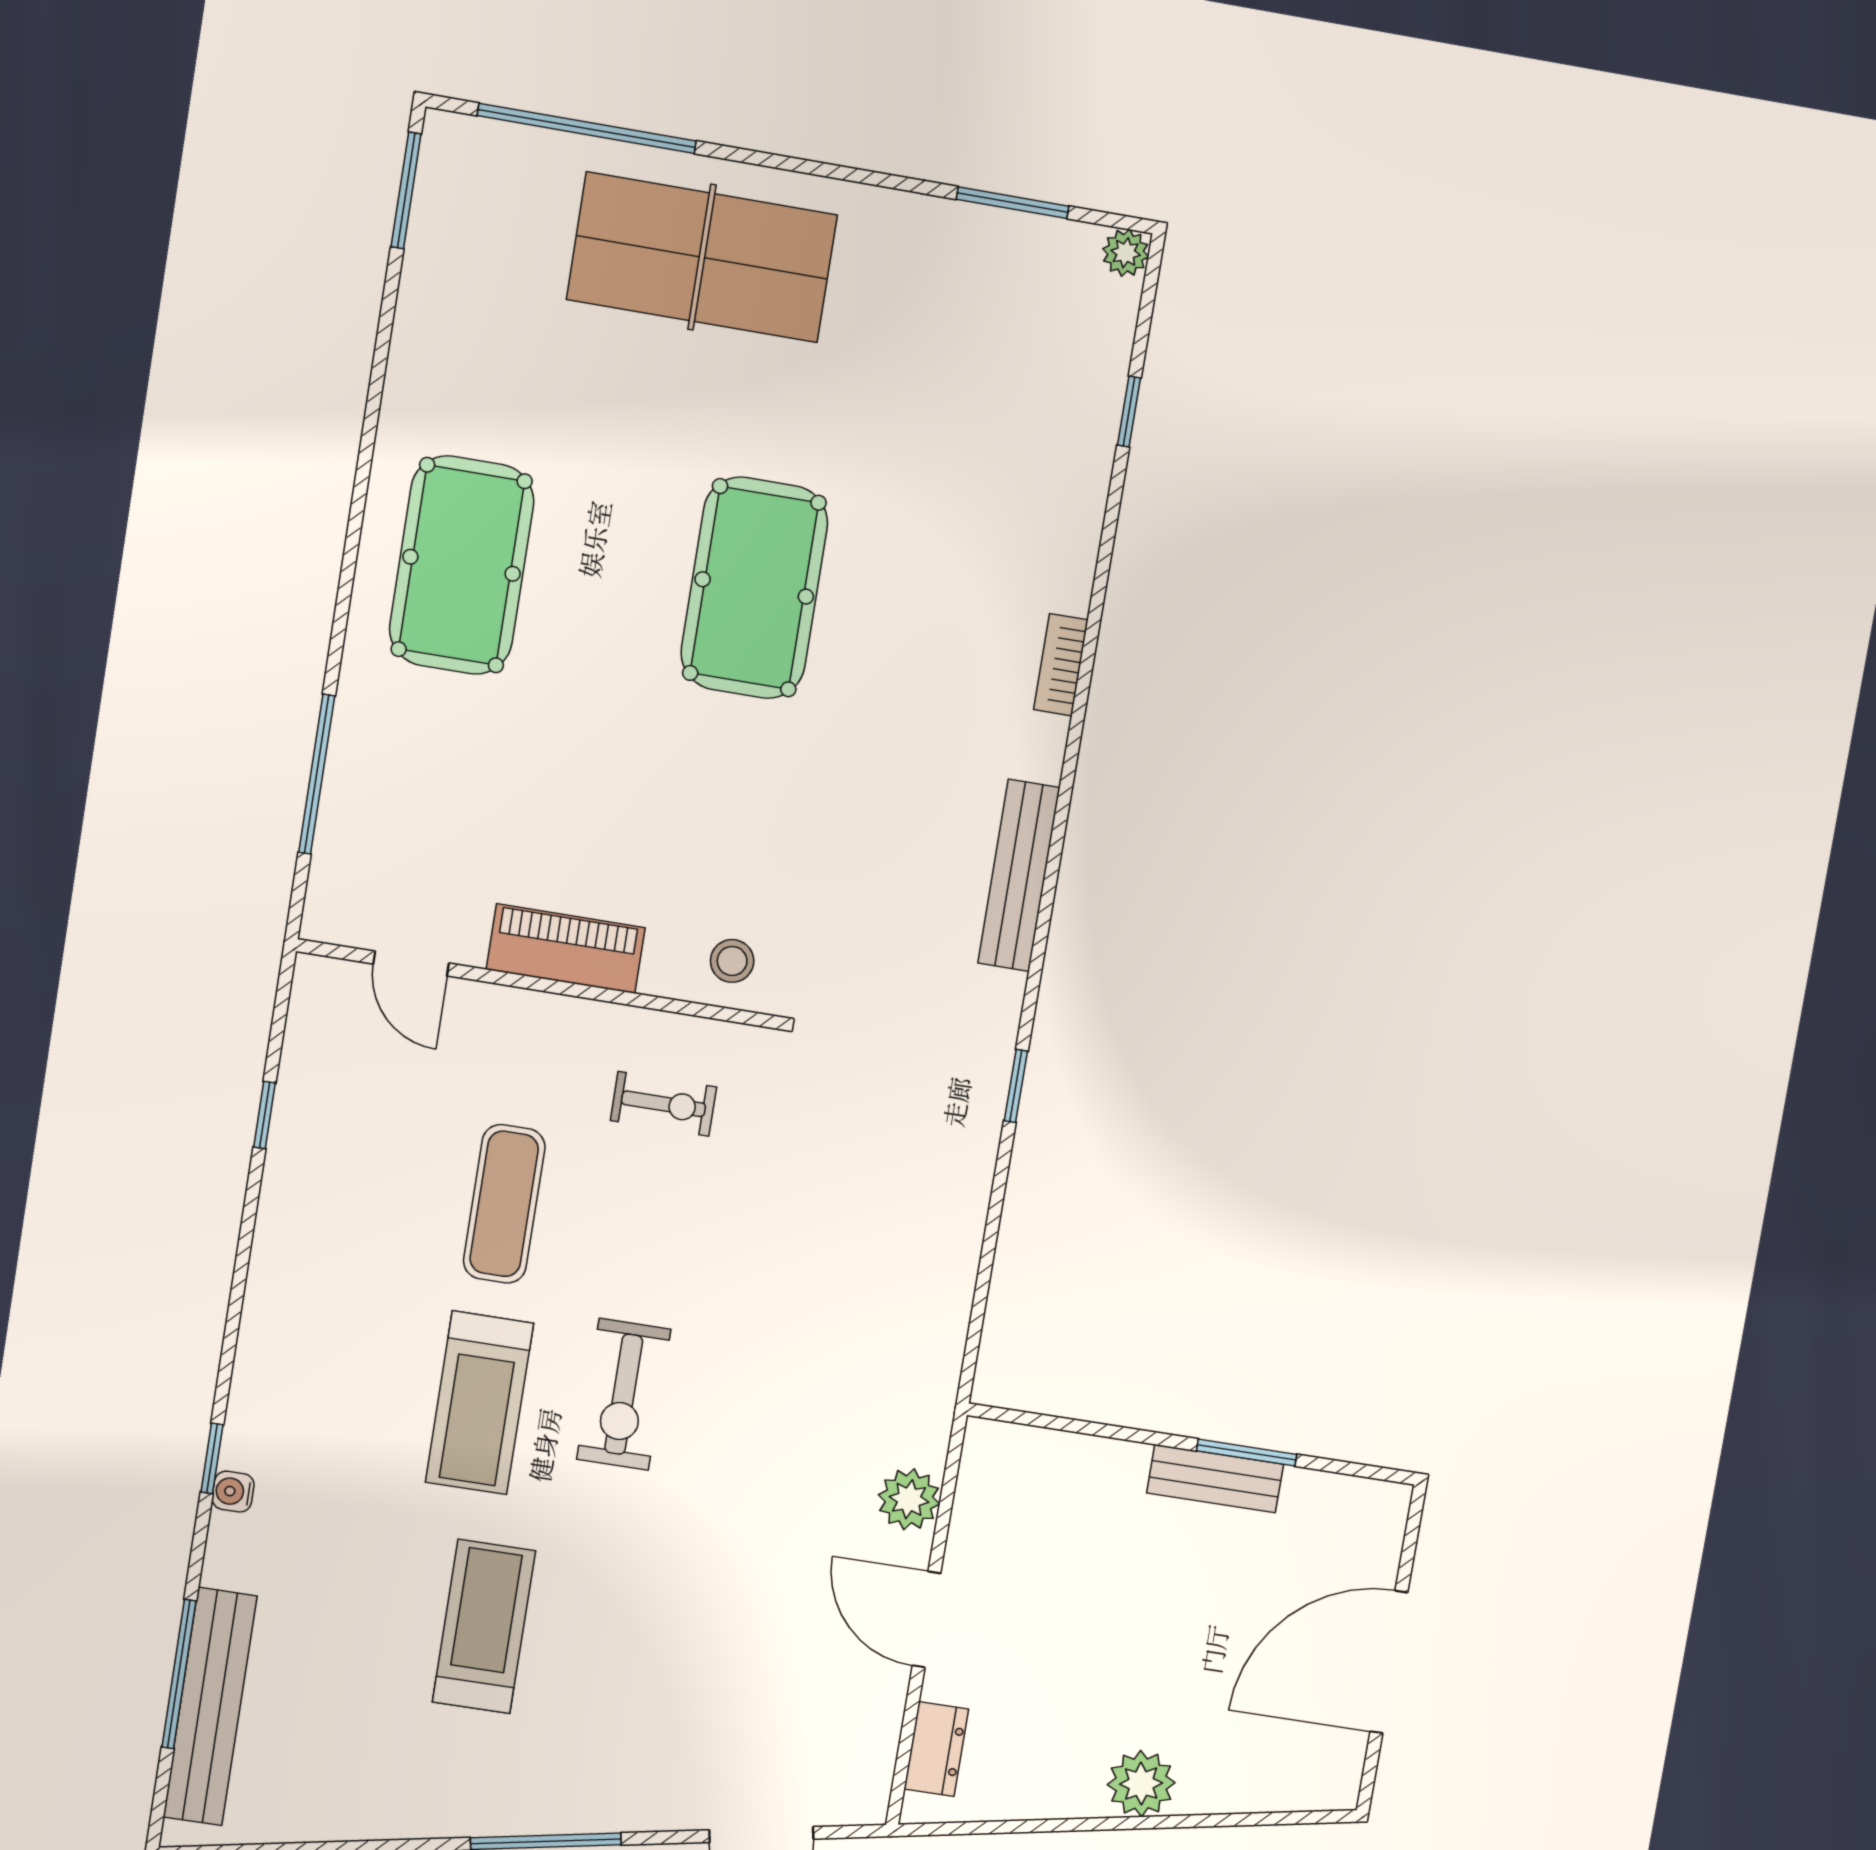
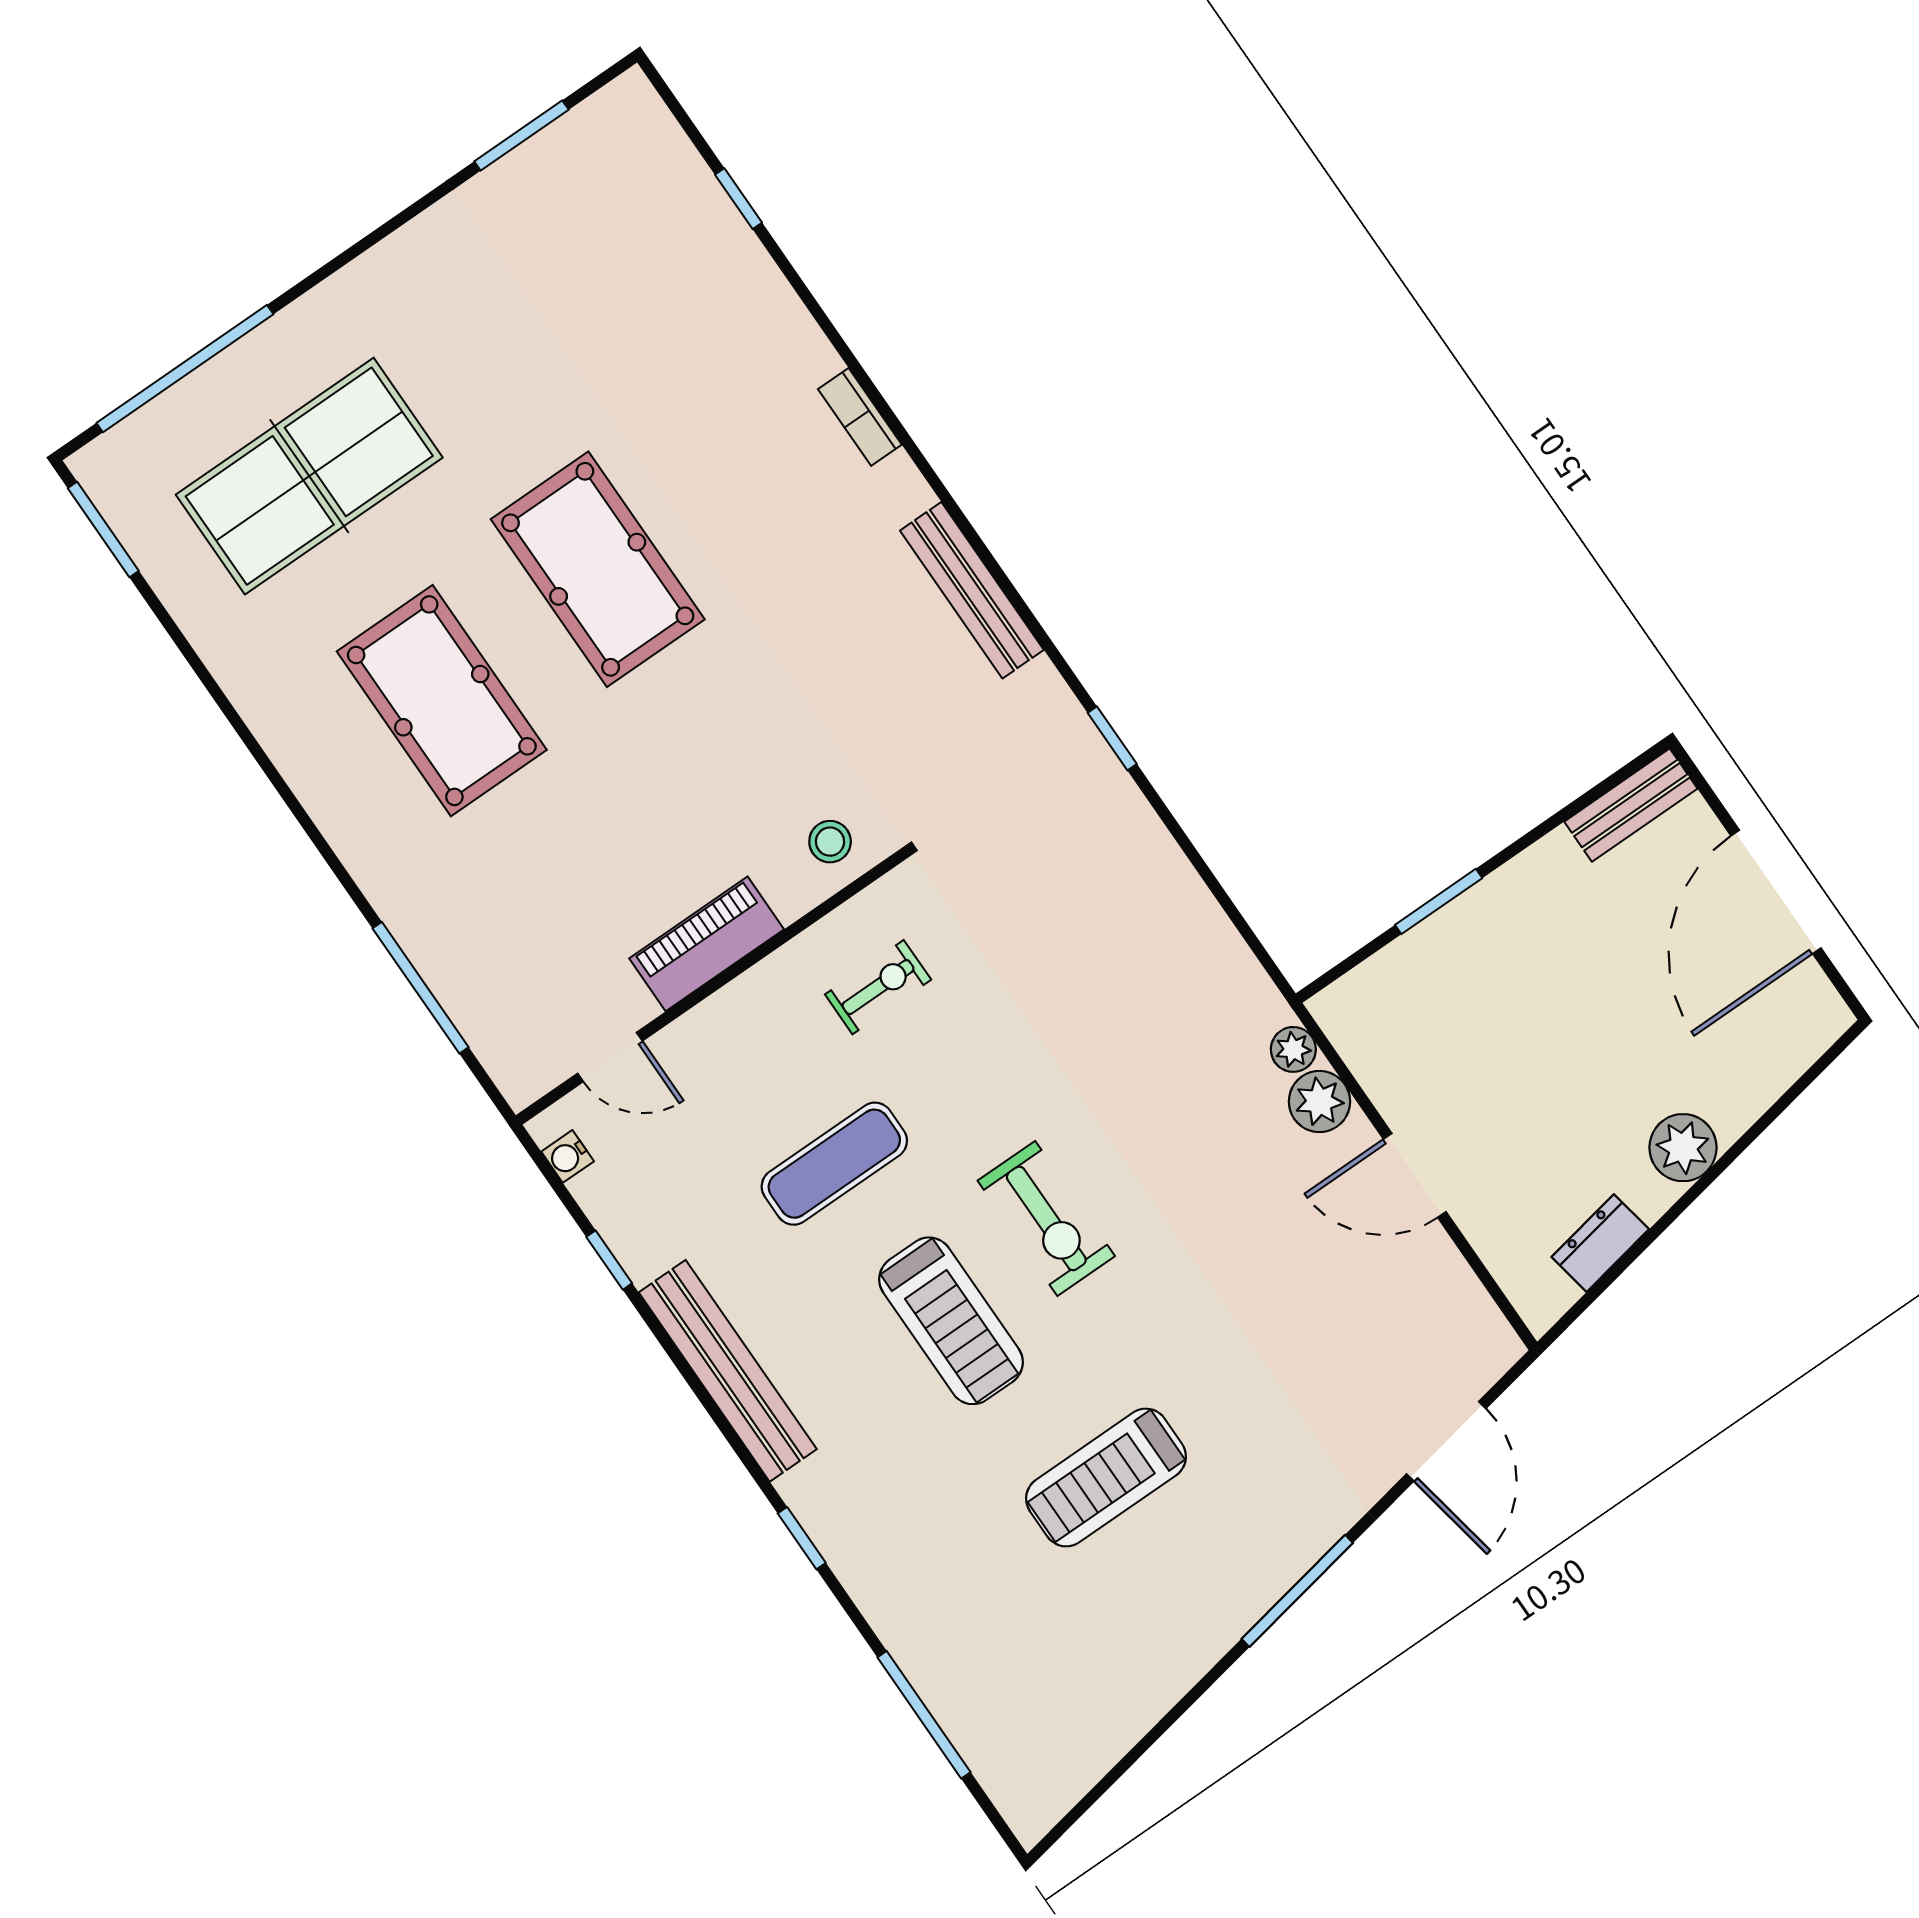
plant: (1126, 253) -> (1293, 1049), moved
table tennis table: (702, 257) -> (309, 476), moved
pool table: (462, 565) -> (442, 701), moved
exercise mat: (504, 1204) -> (834, 1164), turned 90
window: (1247, 1453) -> (1439, 901), moved
bench: (1215, 1479) -> (1631, 805), moved
water cooler: (233, 1492) -> (568, 1156), moved
treadmill: (484, 1626) -> (1106, 1478), turned -90
bench: (210, 1707) -> (728, 1371), moved
dresser: (936, 1749) -> (1600, 1243), moved, turned -100

